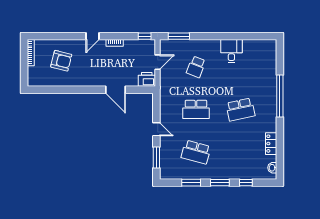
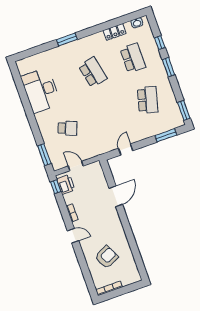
desk: (231, 51) -> (41, 90), width x1.87, depth x1.30
armchair: (61, 61) -> (107, 257), turned 50
printer: (147, 79) -> (66, 184), moved, turned 180
window: (280, 96) -> (67, 39), width x0.47
school desk: (196, 109) -> (133, 58), moved
door: (156, 129) -> (126, 149), moved
window: (191, 183) -> (184, 110), moved

